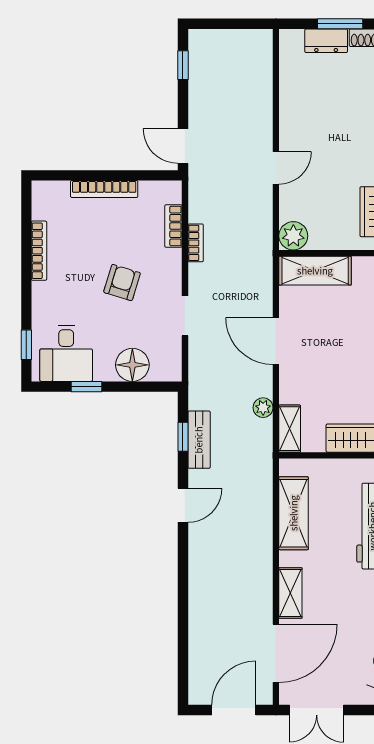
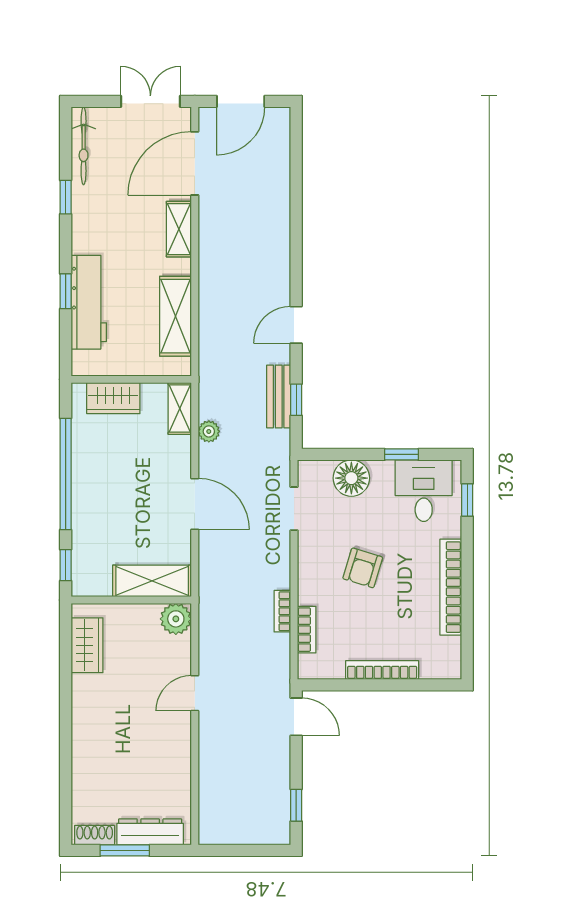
dresser: (326, 41) -> (150, 832), width x1.44
bookcase: (39, 251) -> (451, 587), width x1.48, depth x1.31
doorway: (185, 316) -> (294, 509), moved

